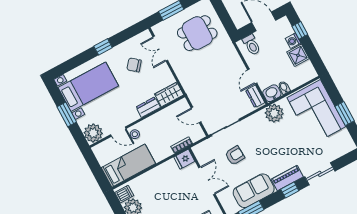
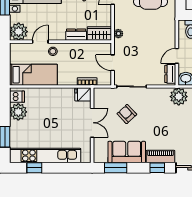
plant: (187, 85) -> (118, 34), added
door: (118, 132) -> (40, 42), swing flipped
armchair: (235, 155) -> (127, 114), turned -130

